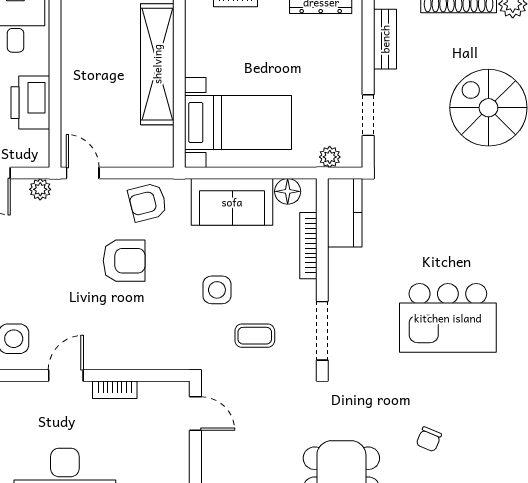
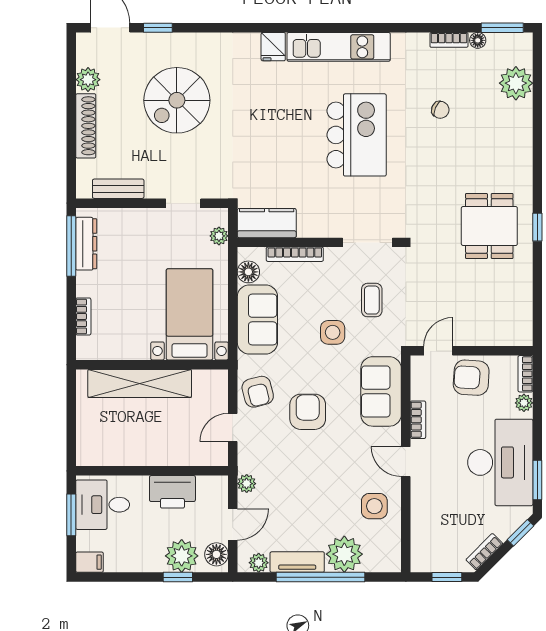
door: (83, 173) -> (233, 428), moved
sofa: (148, 347) -> (381, 391), added
chair: (429, 439) -> (440, 110), moved
armchair: (164, 452) -> (471, 378), added

